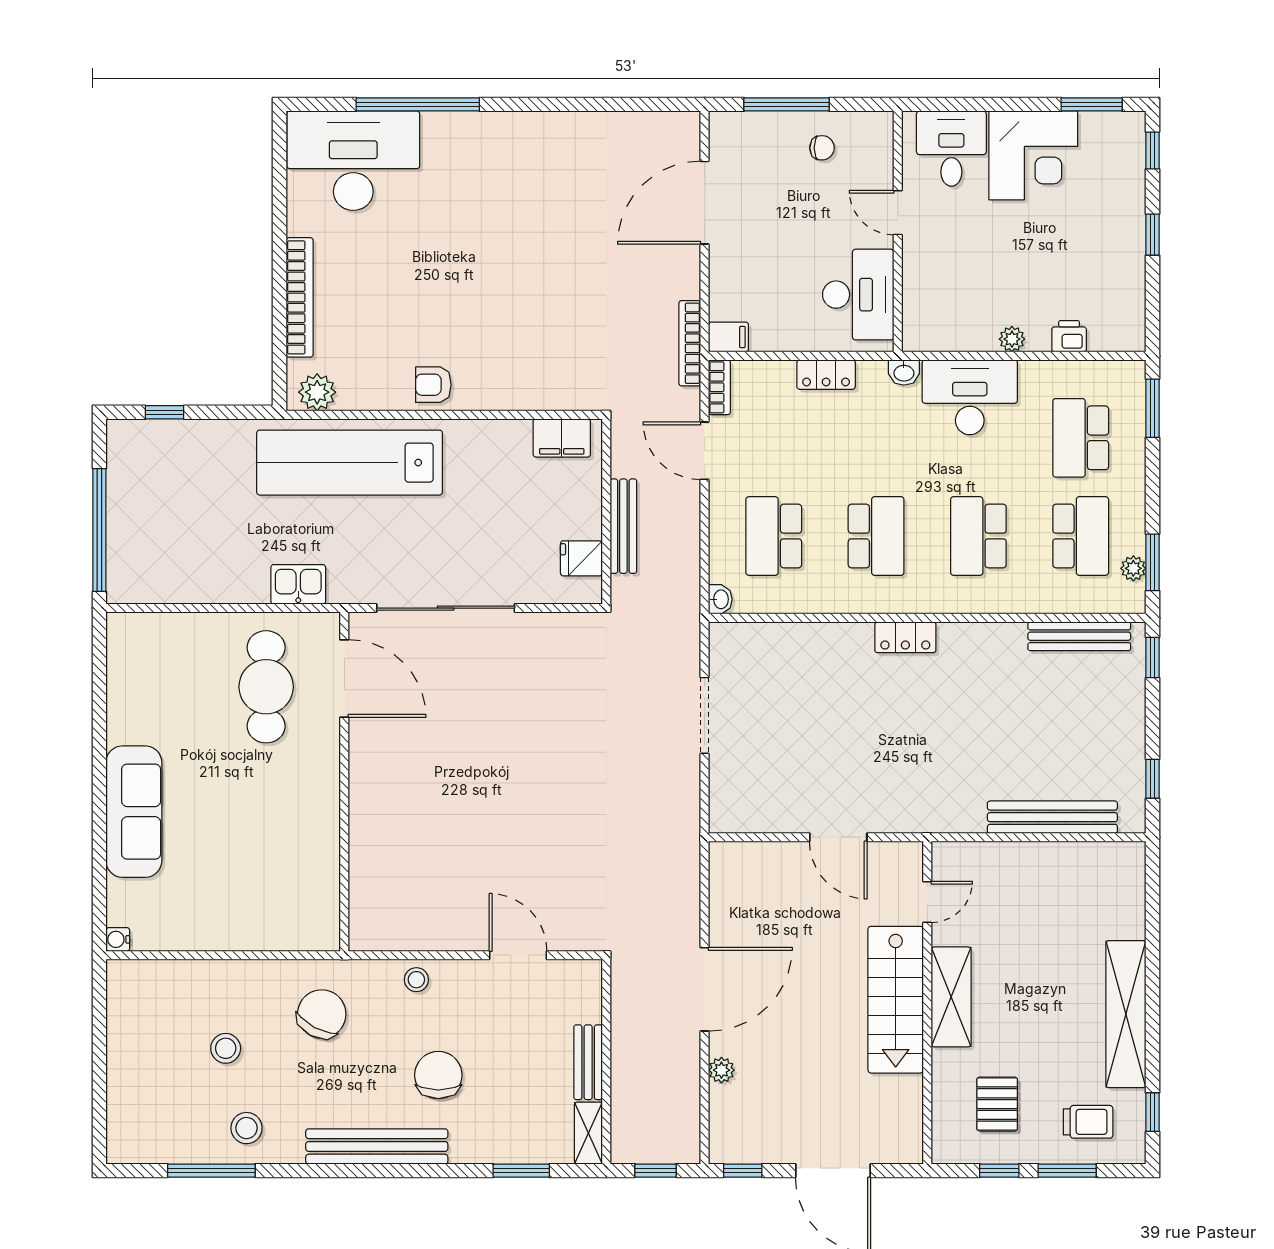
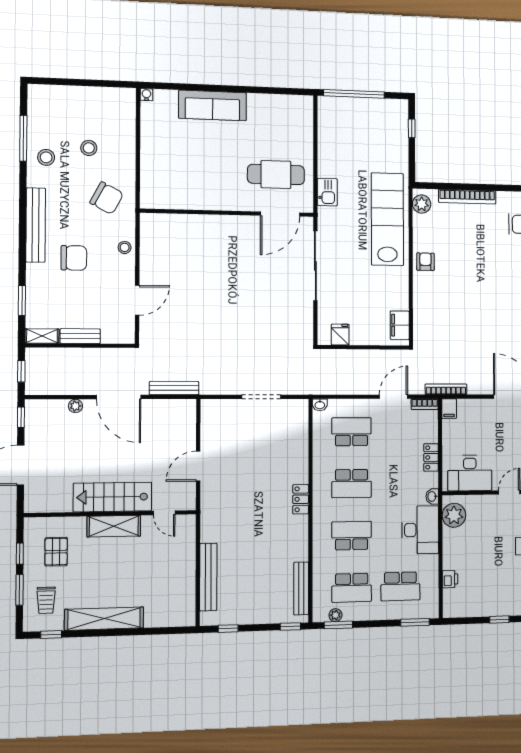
plant: (1012, 339) -> (454, 515), moved, width x1.88, depth x1.88
school desk: (1081, 438) -> (400, 586), turned 180
bench: (623, 526) -> (174, 388), moved
pallet: (997, 1104) -> (56, 552), turned 90

